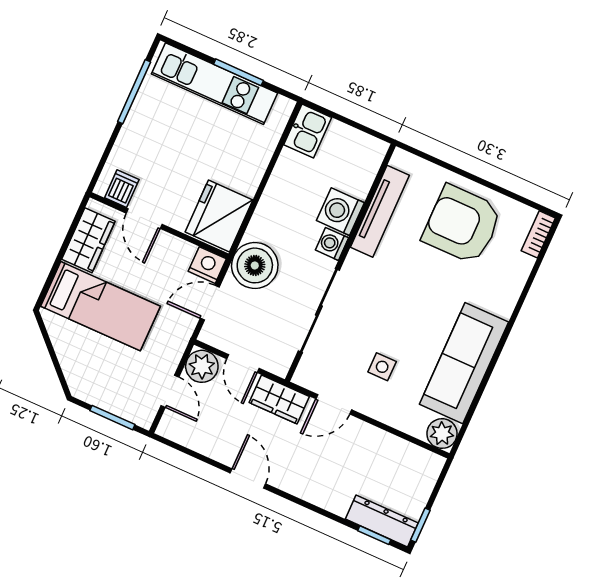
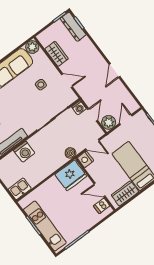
door: (144, 219) -> (100, 190), swing flipped
washing machine: (332, 244) -> (79, 108), moved
boiler: (255, 265) -> (70, 153), width x0.54, depth x0.54
wardrobe: (279, 400) -> (57, 54), moved

